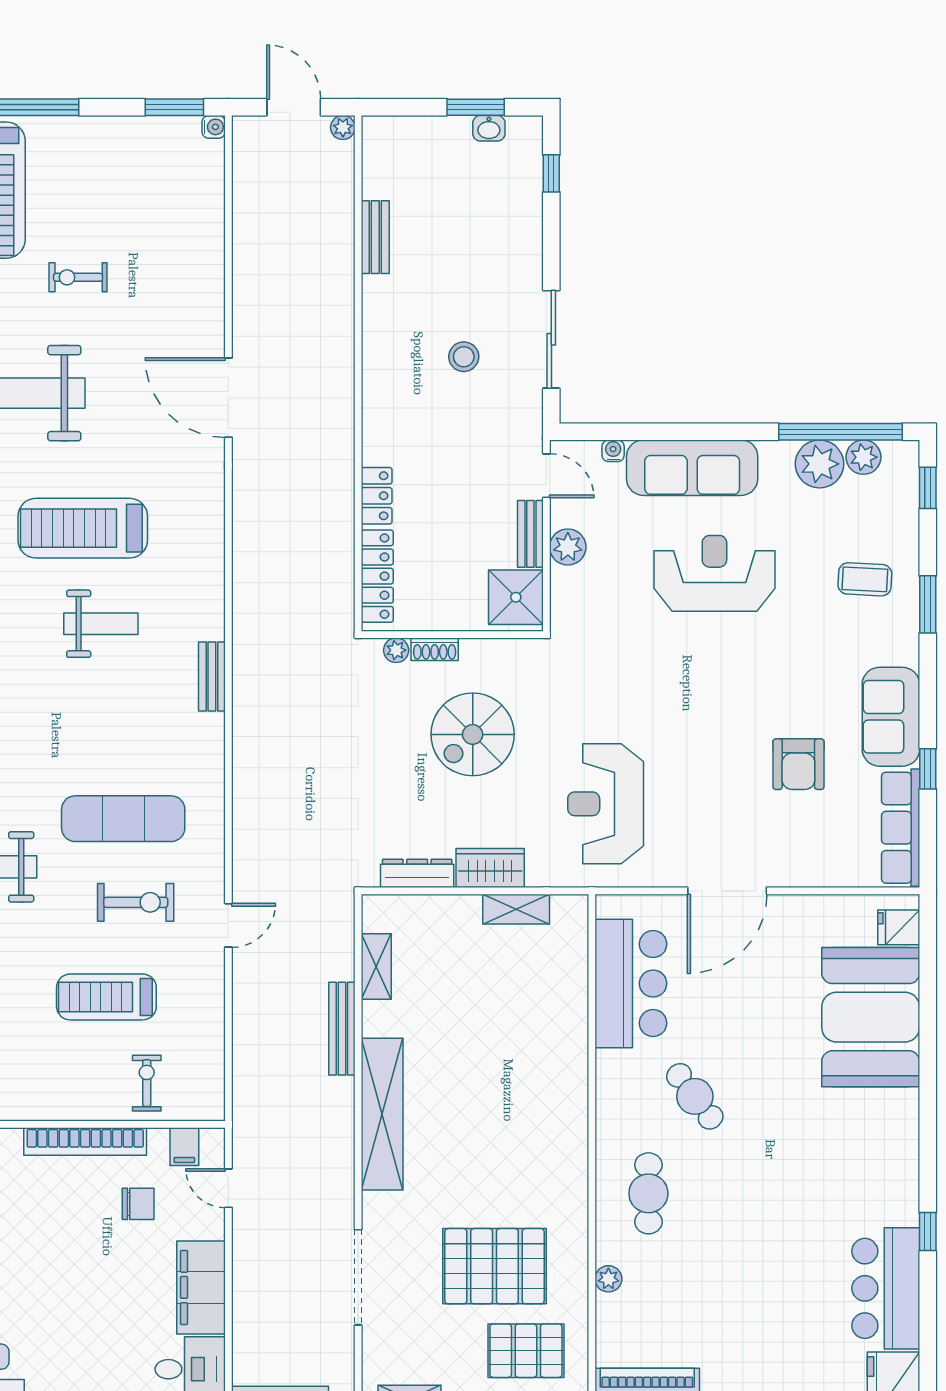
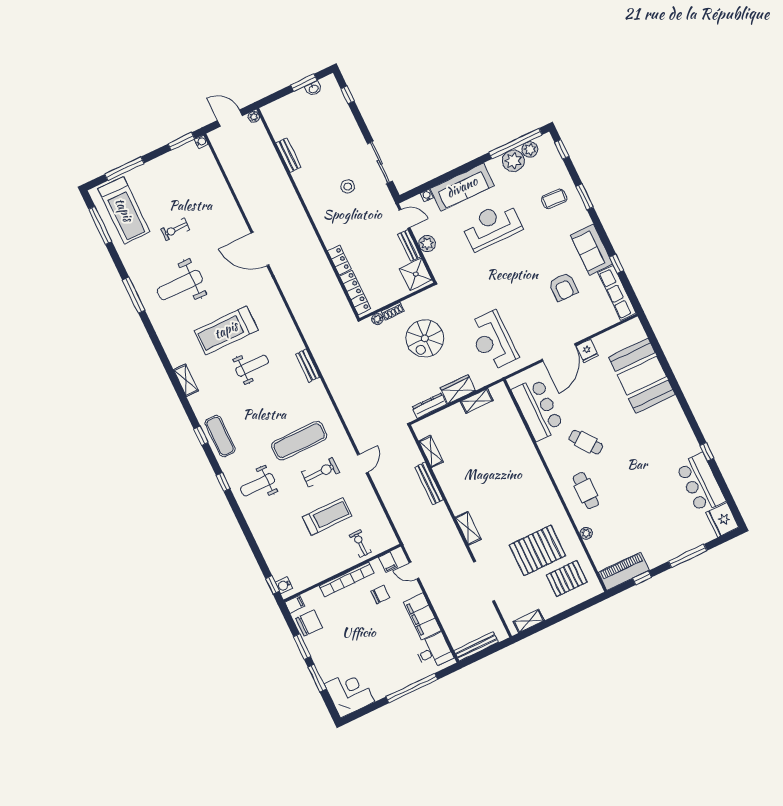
fridge: (899, 927) -> (587, 351), moved, turned -90
treadmill: (106, 997) -> (327, 516), turned 180
shelving: (382, 1114) -> (468, 528), width x0.45, depth x0.75

